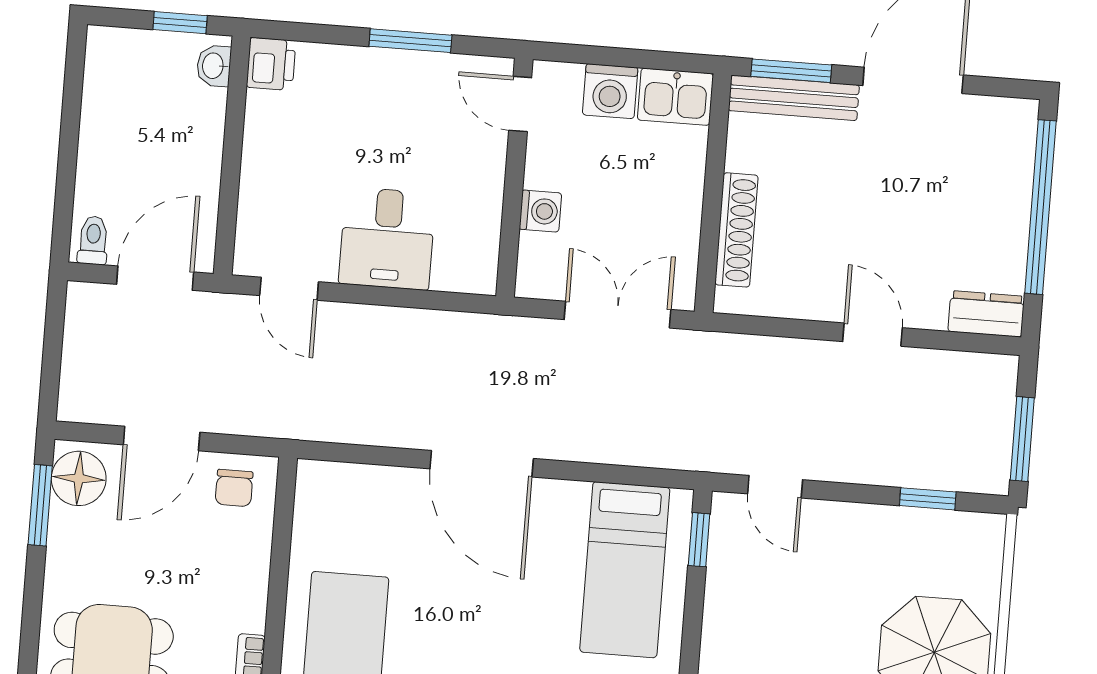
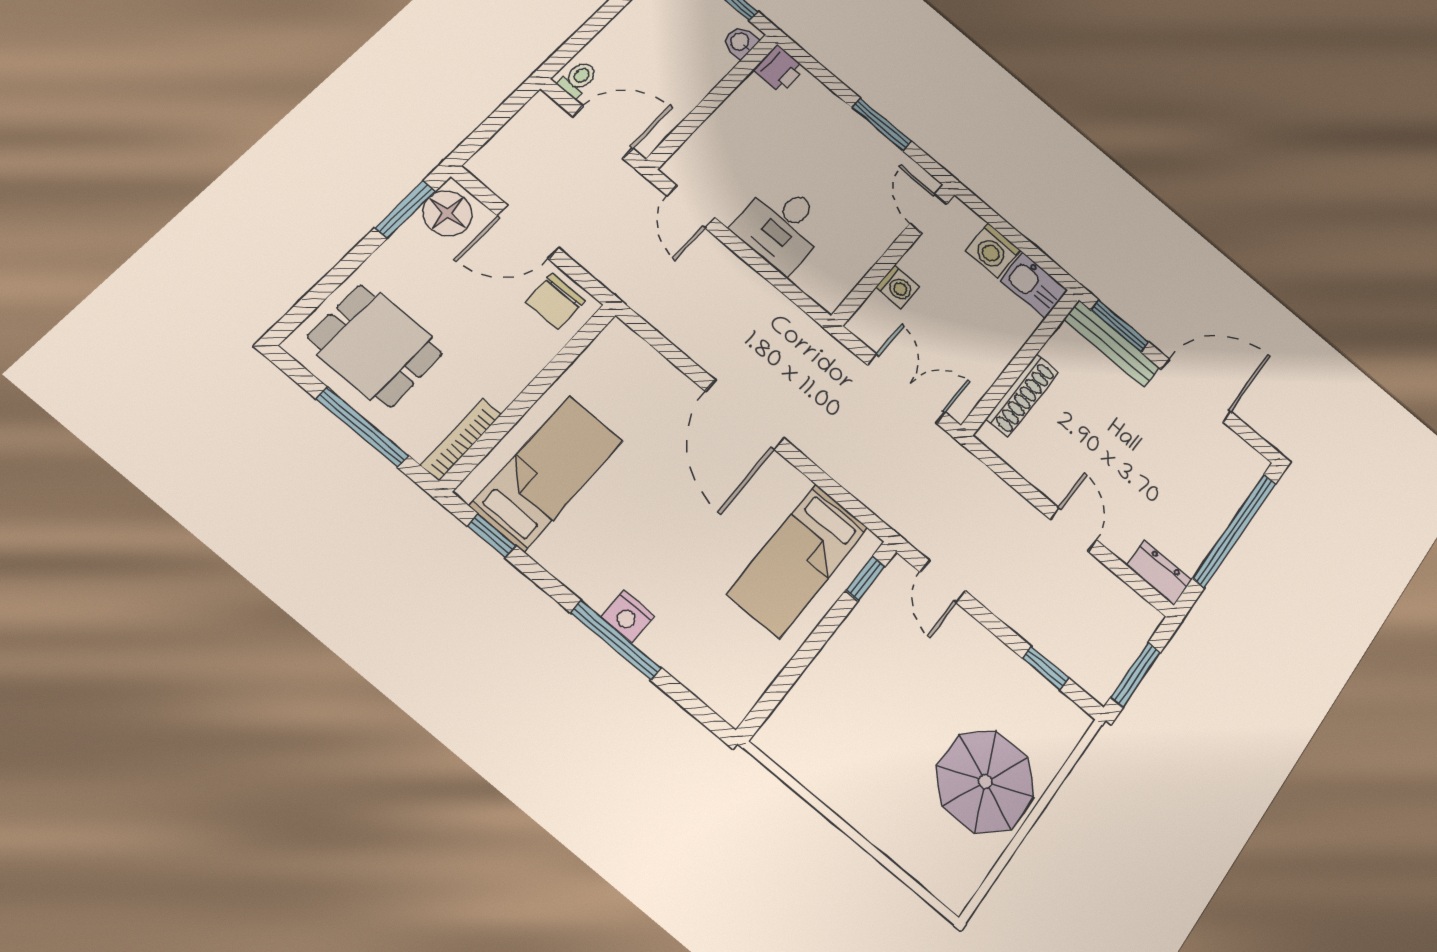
chair: (234, 488) -> (555, 301), width x1.37, depth x1.37

